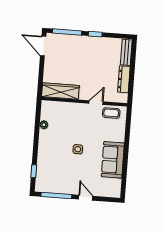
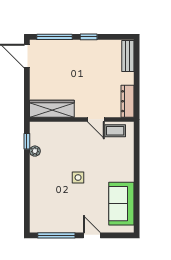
dresser: (124, 79) -> (127, 101), moved
door: (96, 103) -> (96, 119), swing flipped
sofa: (113, 160) -> (121, 204), moved
window: (34, 171) -> (27, 141), moved

